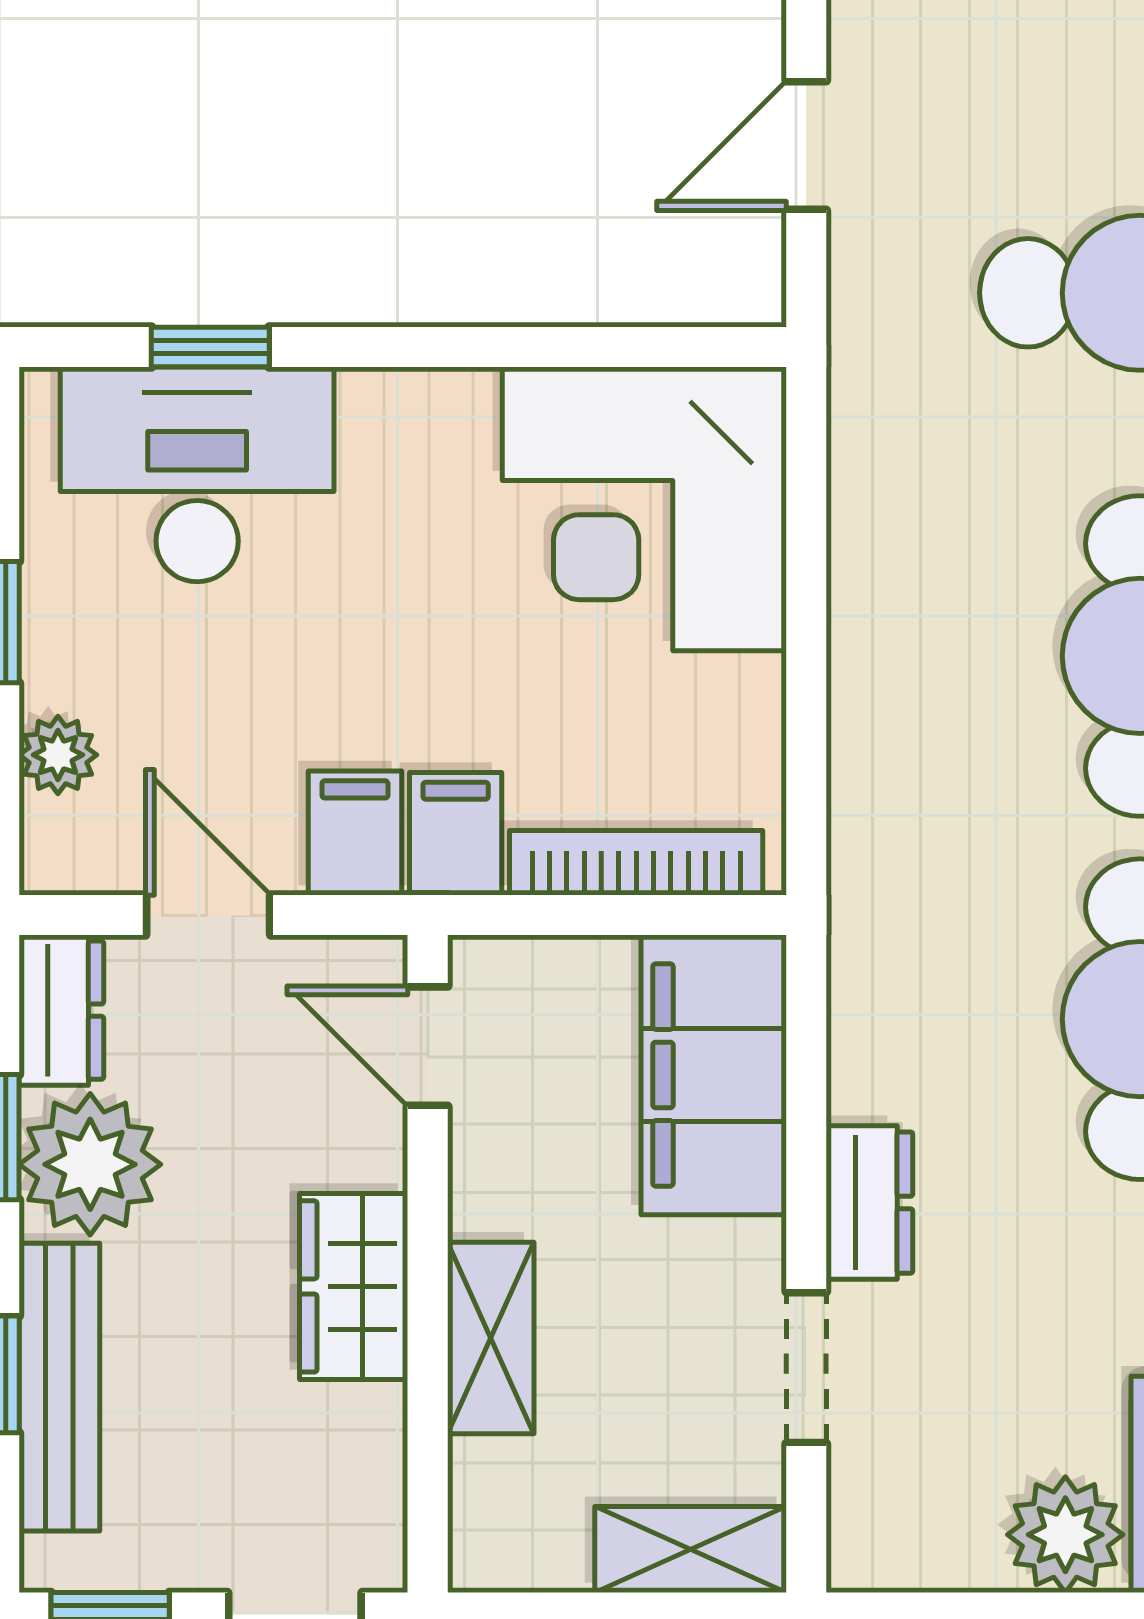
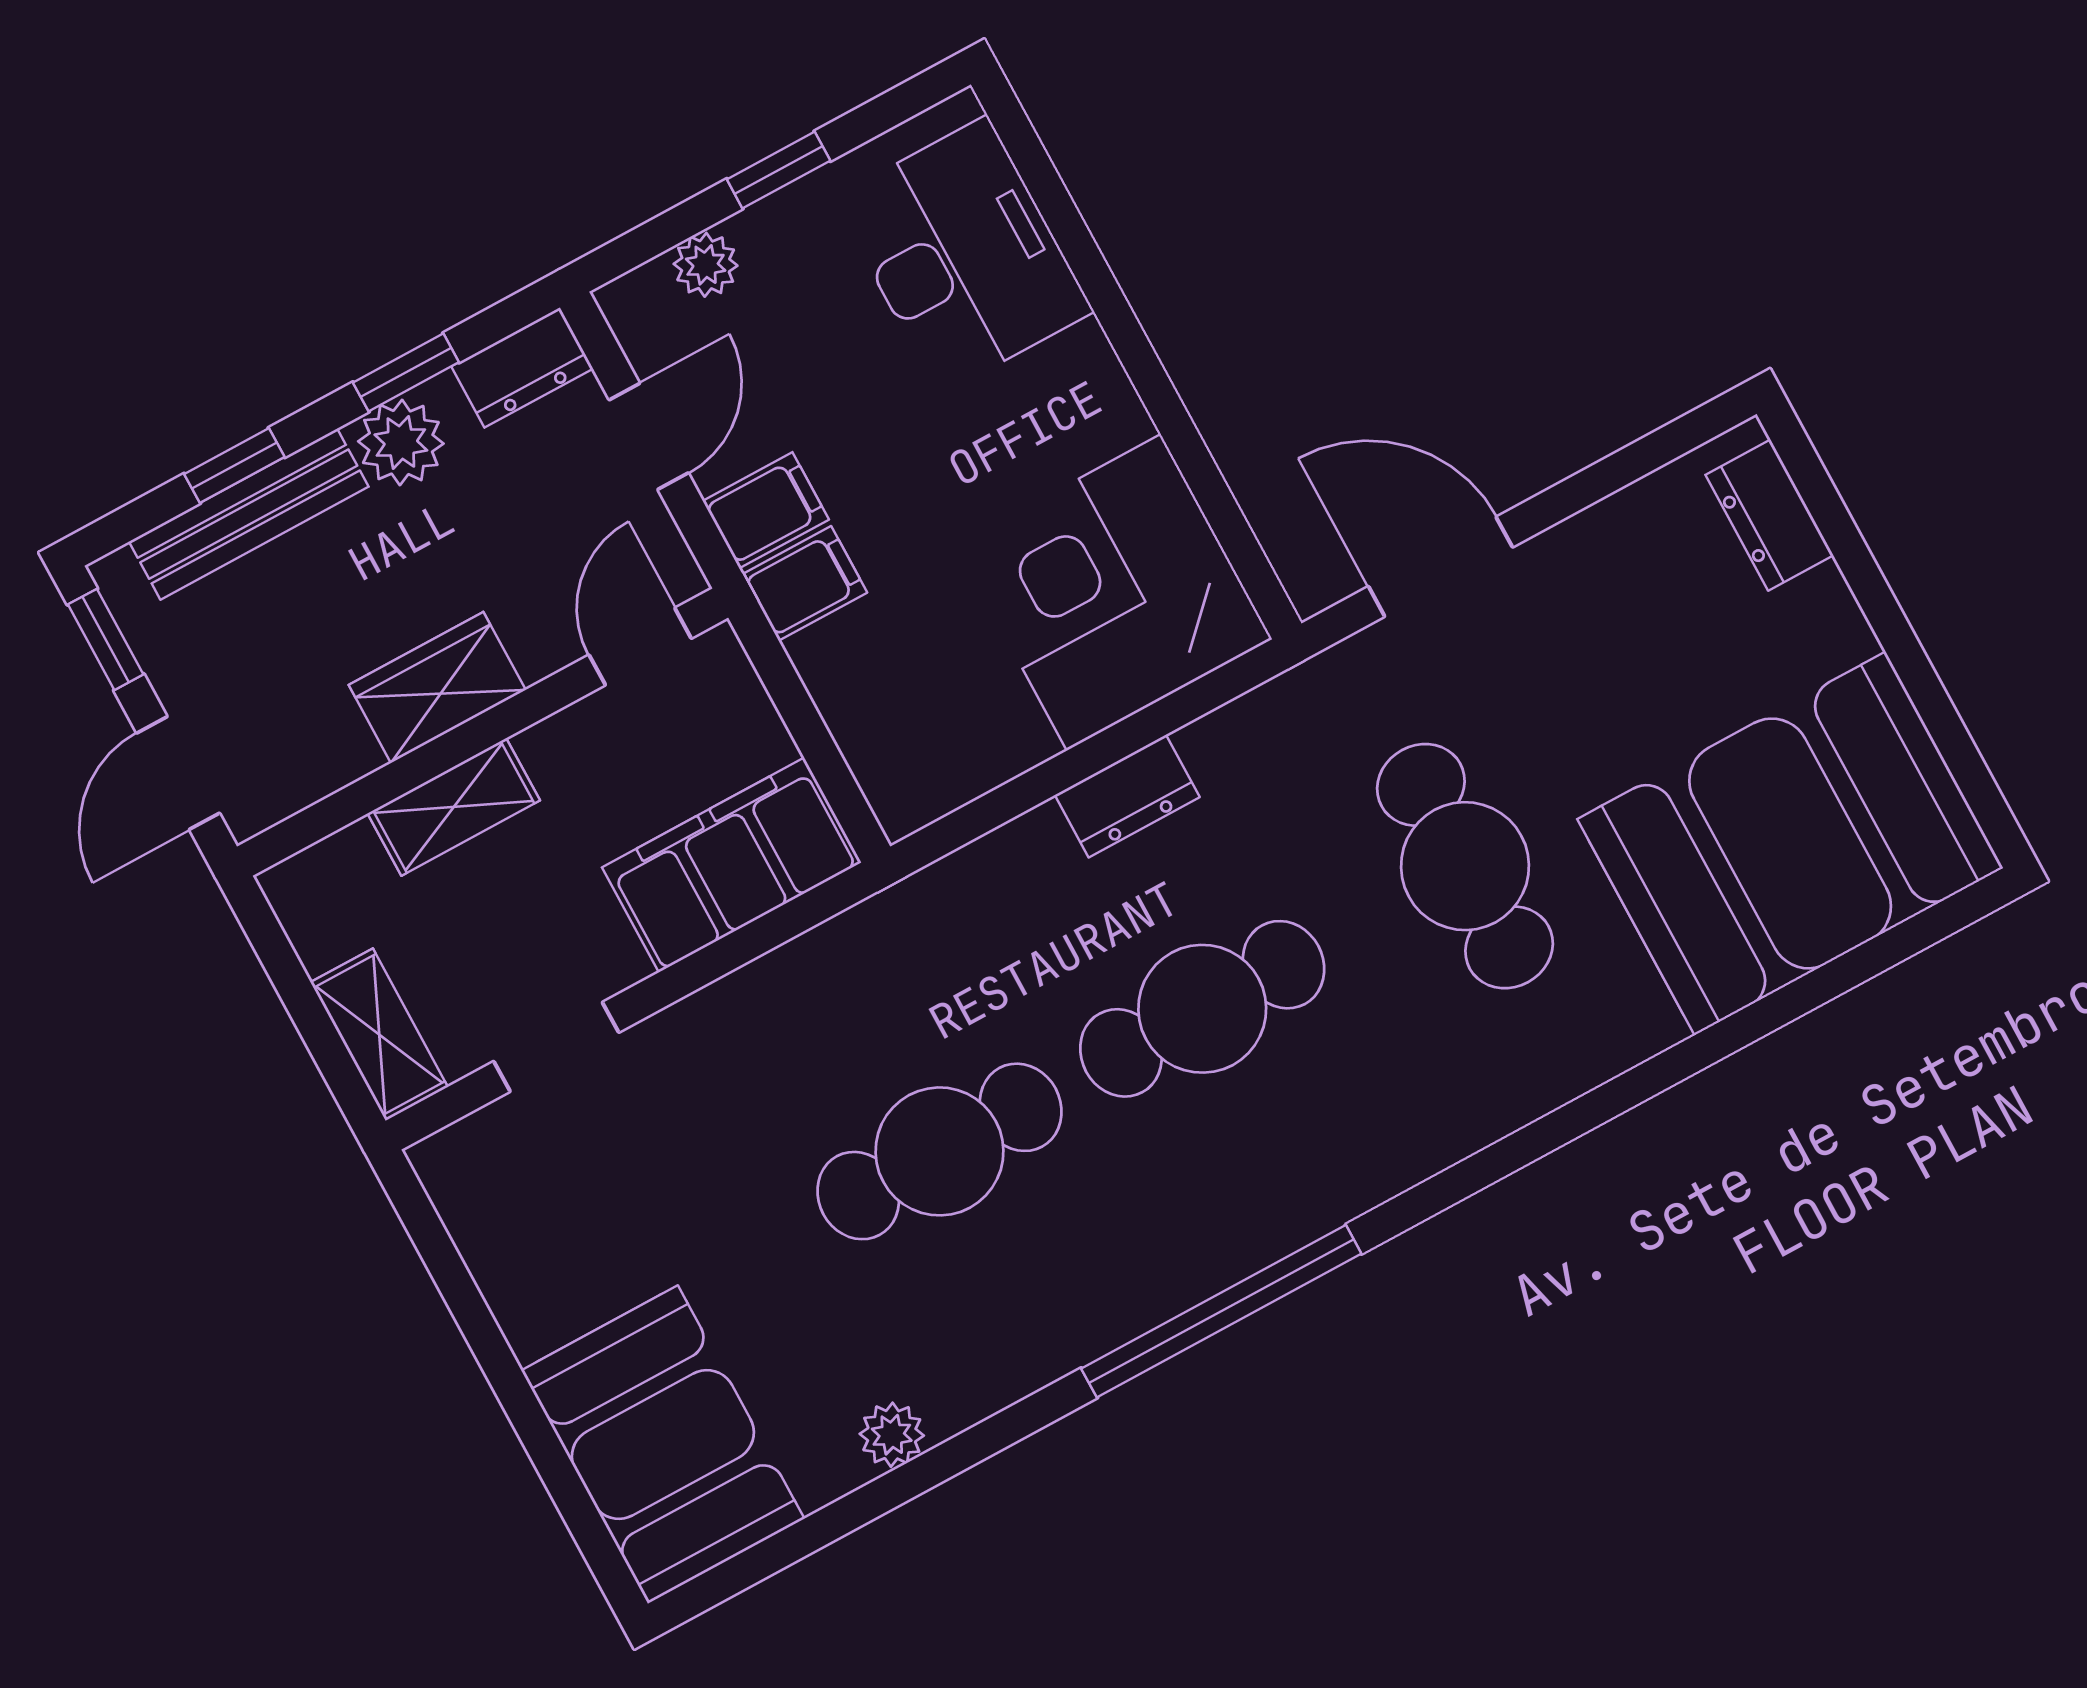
door: (806, 145) -> (1440, 567), width x1.38
window: (210, 347) -> (1060, 215), removed
bookcase: (636, 863) -> (855, 725), removed
plant: (90, 1164) -> (401, 442), width x0.73, depth x0.73
dresser: (869, 1203) -> (1127, 796), moved
plant: (1065, 1535) -> (537, 1300), removed

